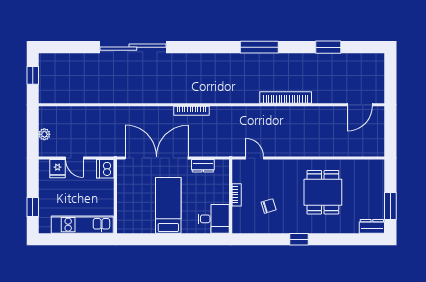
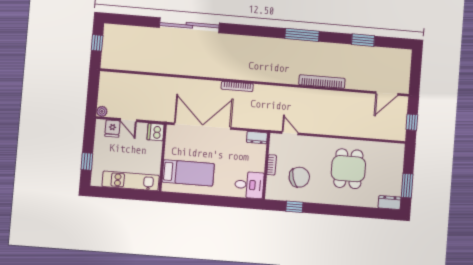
plant: (44, 134) -> (102, 111), moved
window: (390, 135) -> (412, 122), added
dresser: (203, 166) -> (257, 138), moved
bed: (168, 205) -> (188, 173), moved, turned 90
chair: (269, 206) -> (299, 177), width x1.87, depth x1.87
window: (299, 239) -> (294, 207), moved

